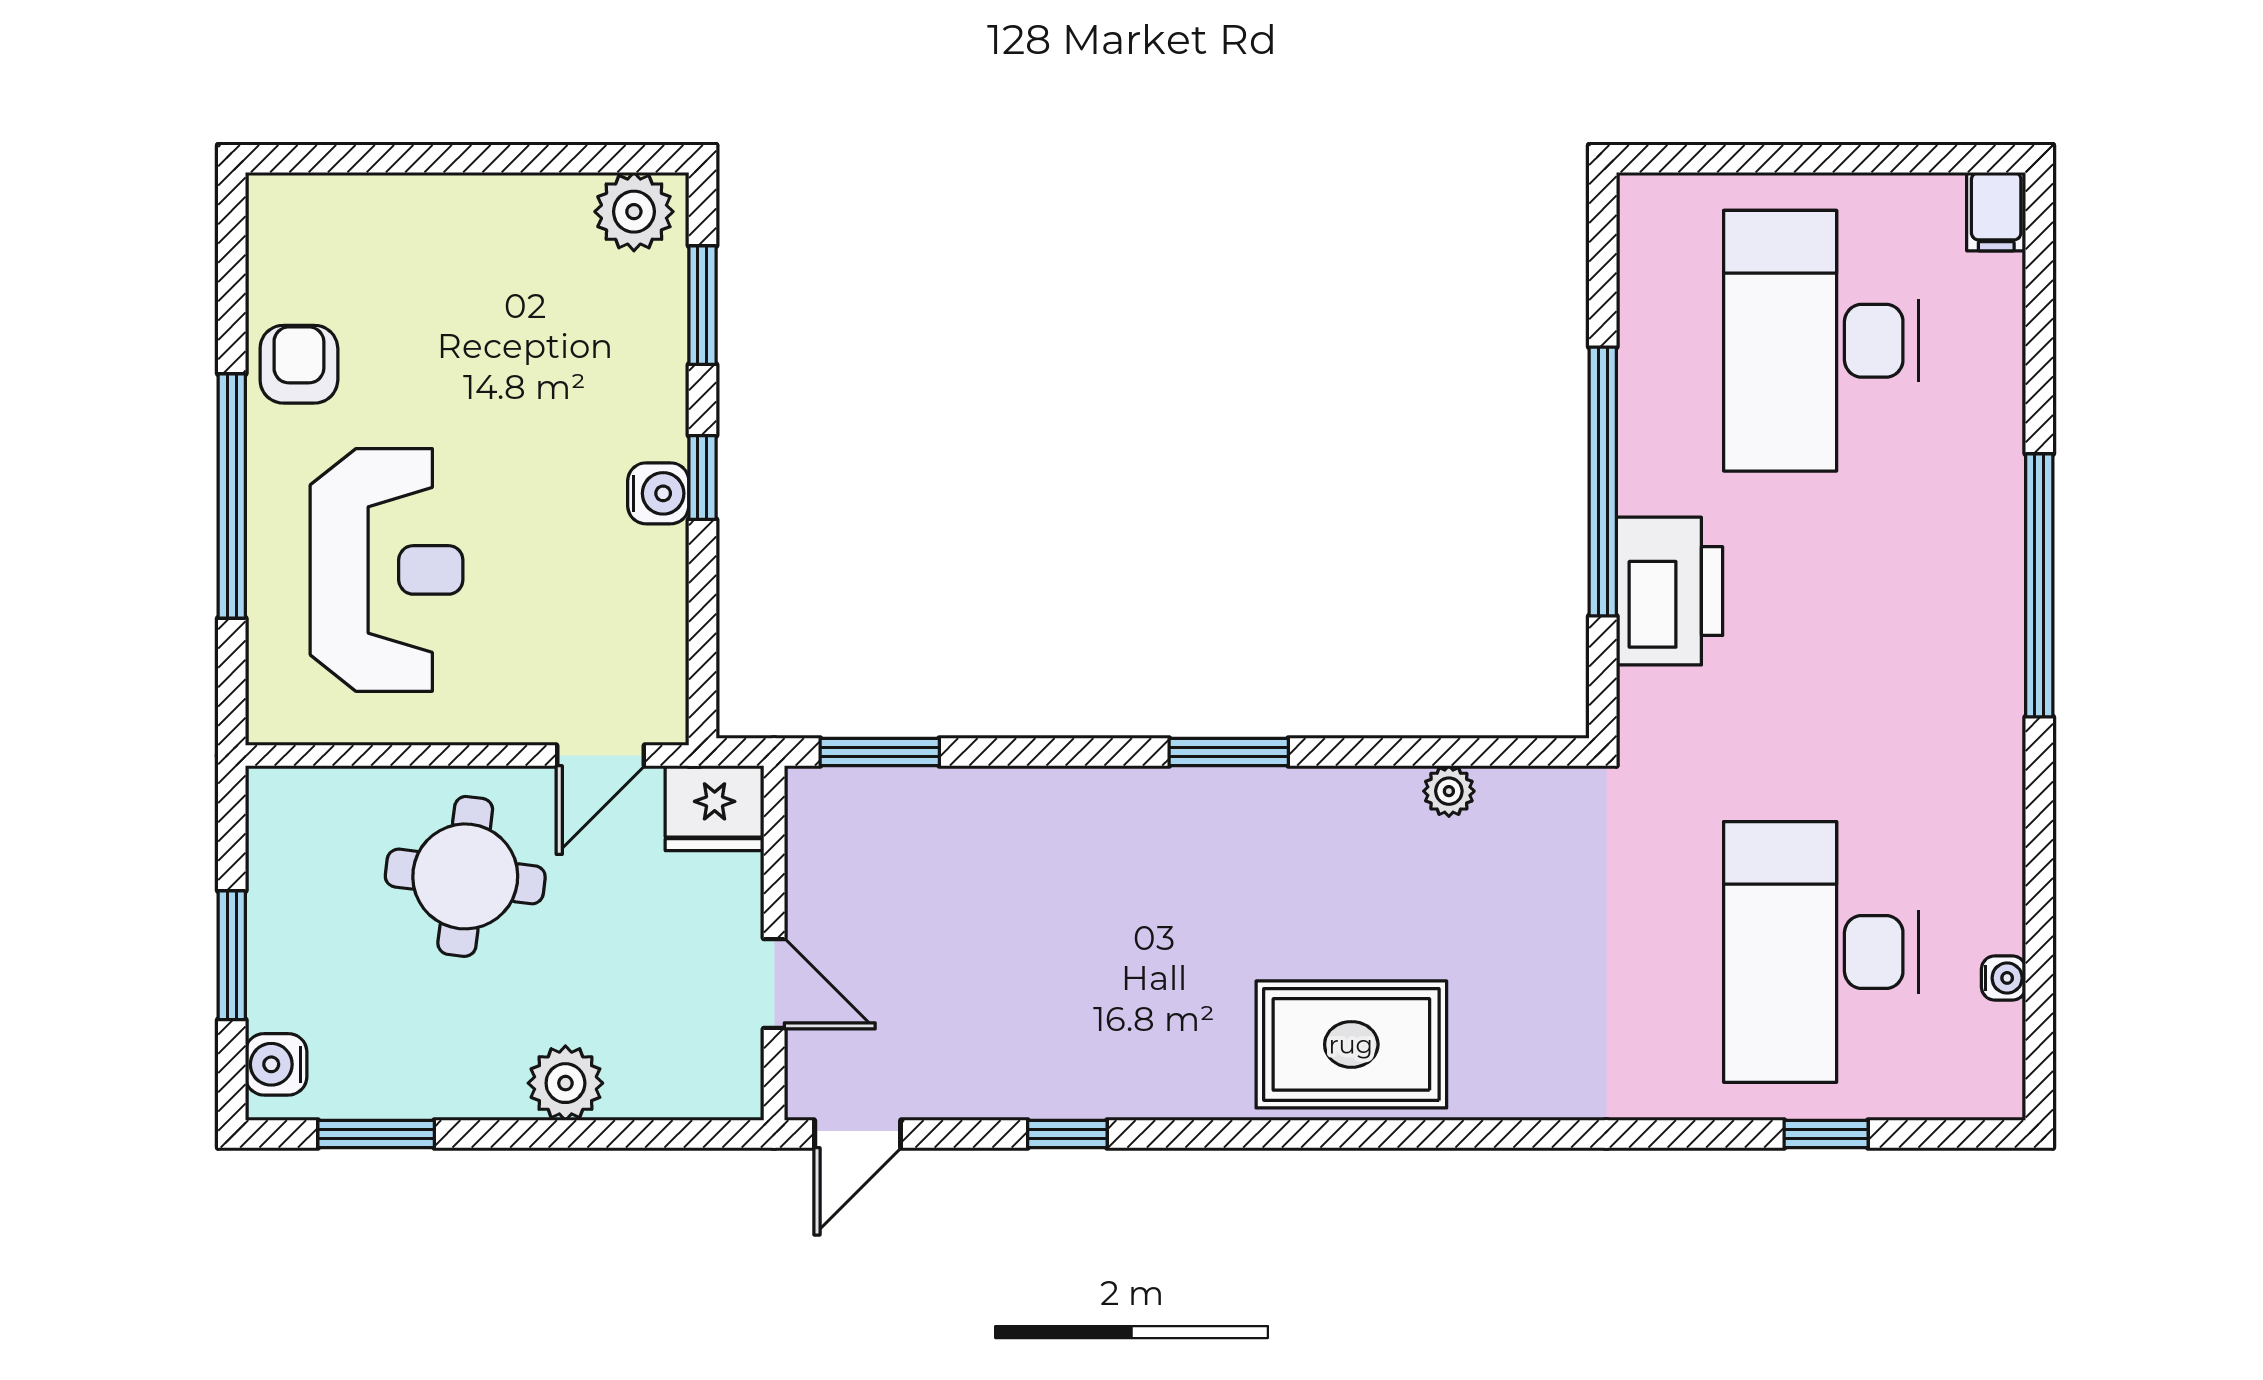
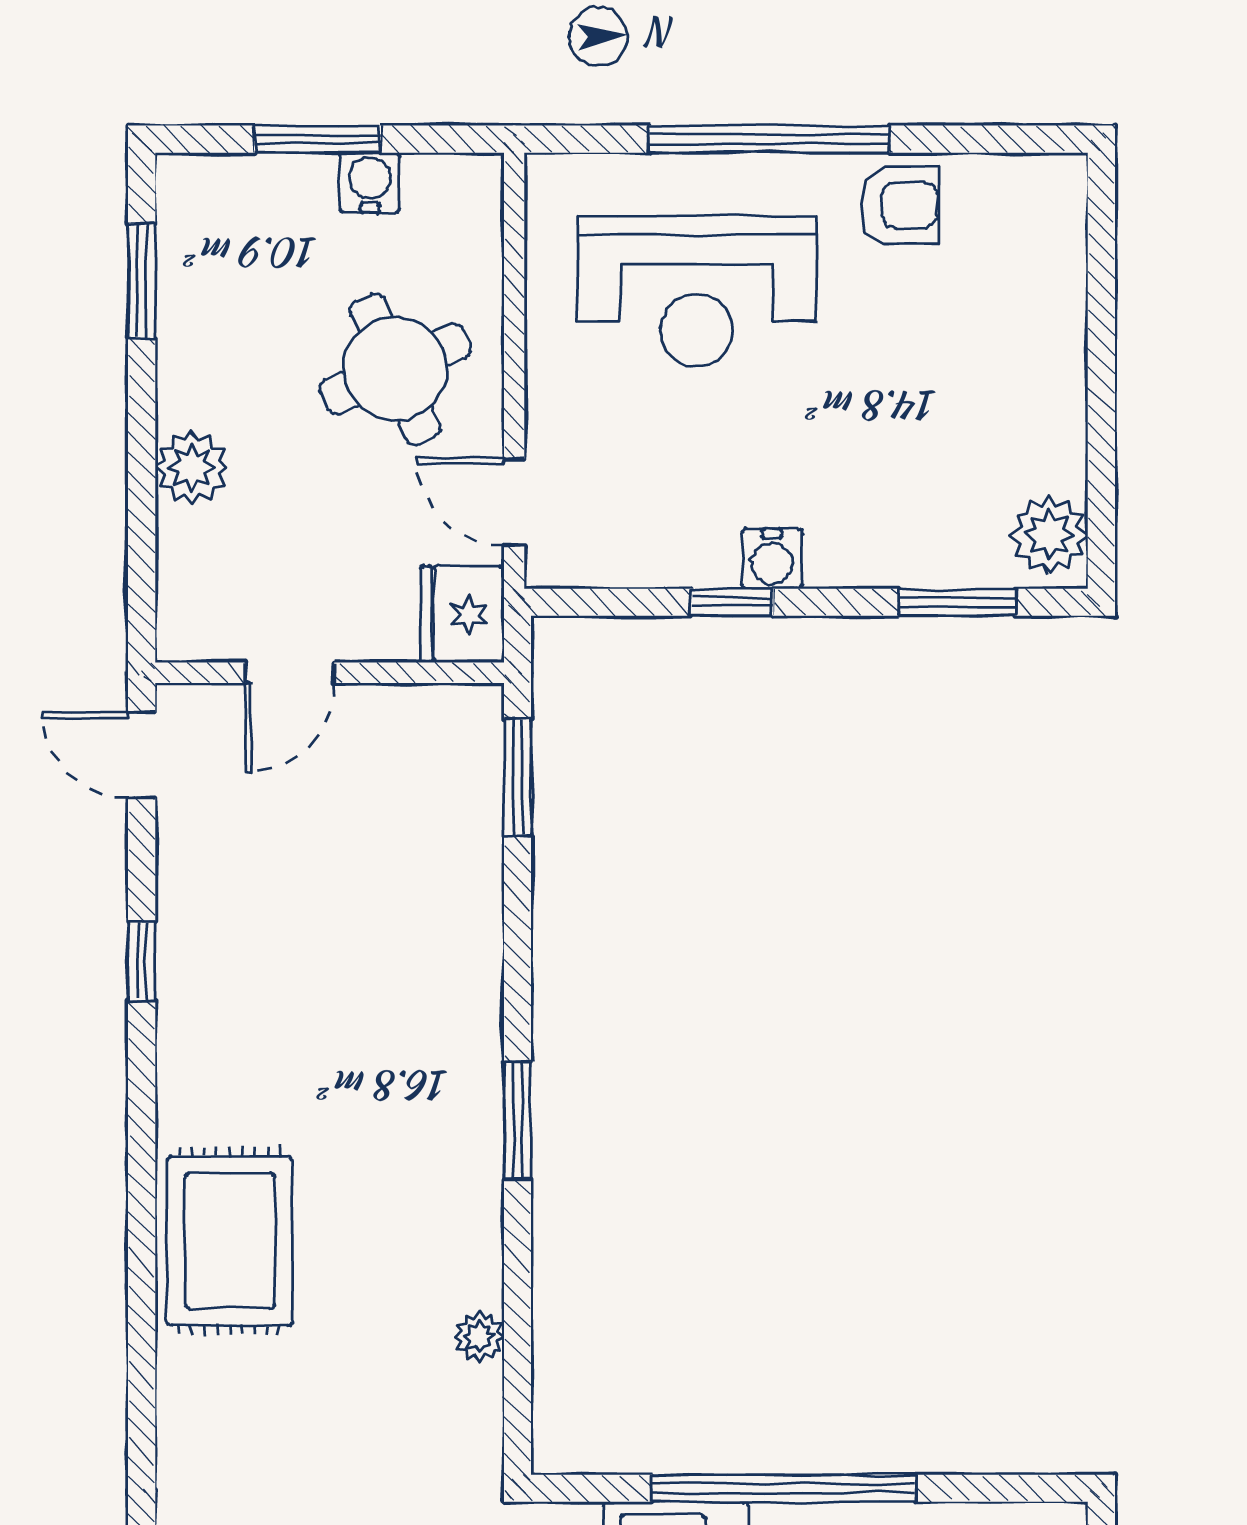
window: (702, 478) -> (732, 602), moved
round table: (465, 876) -> (395, 369), turned -31
water cooler: (276, 1064) -> (370, 183), moved

